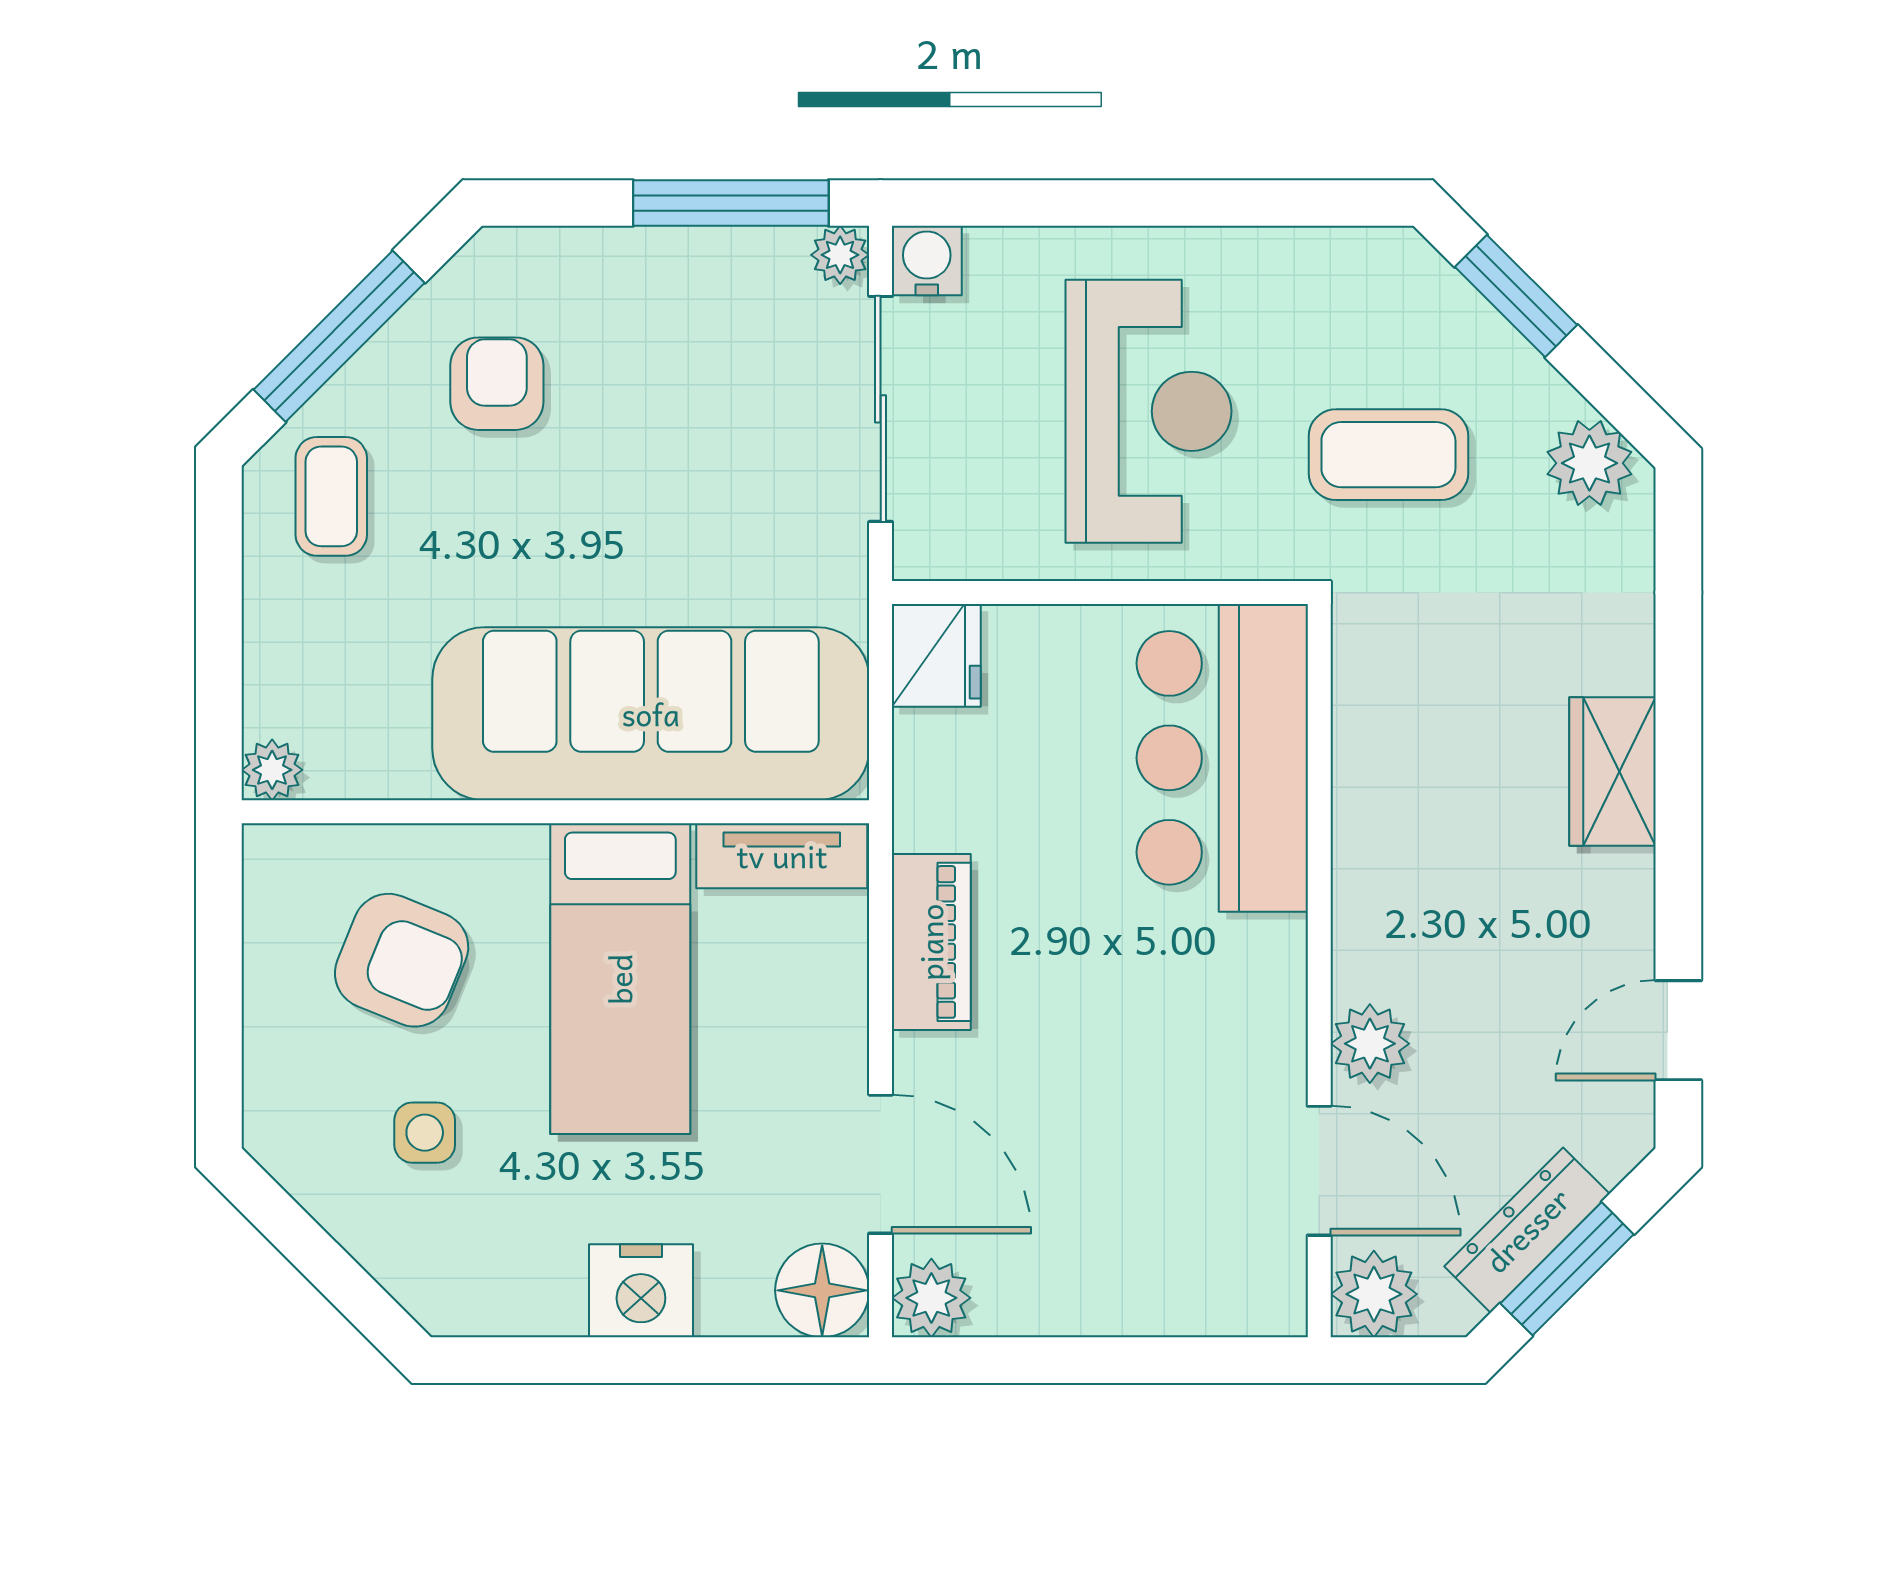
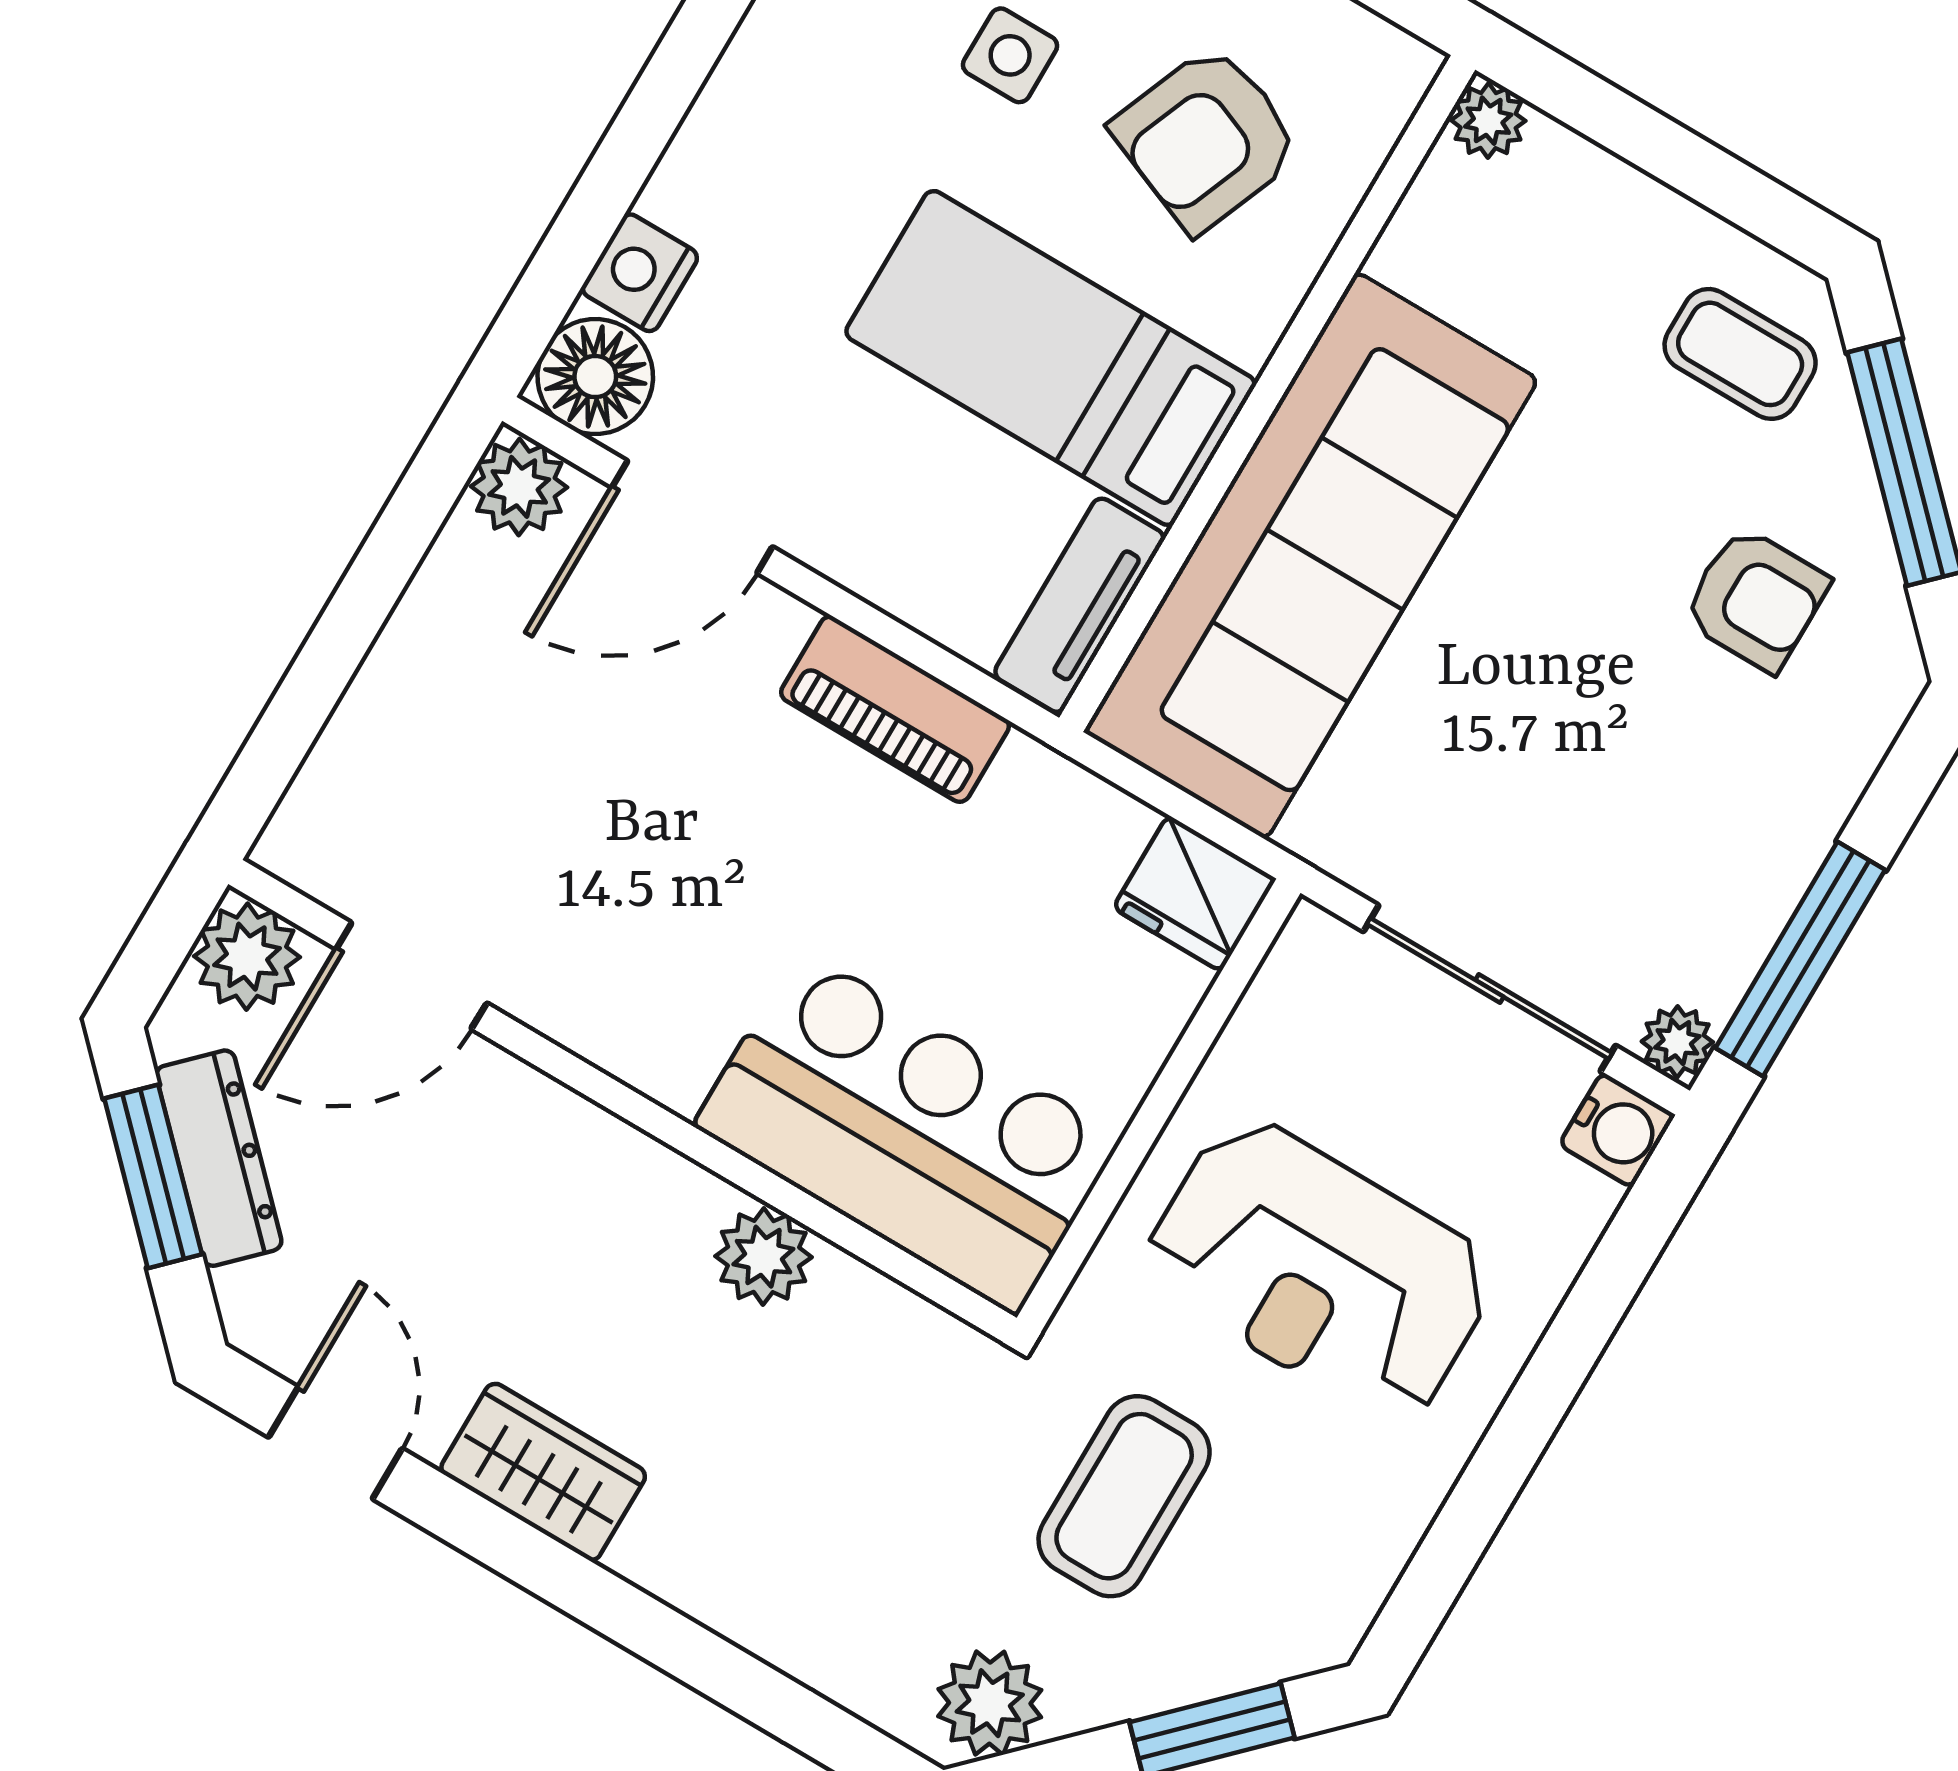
wardrobe: (1613, 771) -> (543, 1472), moved
plant: (1370, 1044) -> (763, 1257), moved
nightstand: (641, 1291) -> (640, 273), moved, width x0.74, depth x0.75

